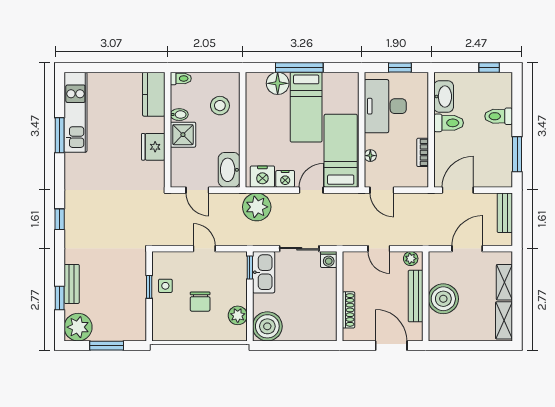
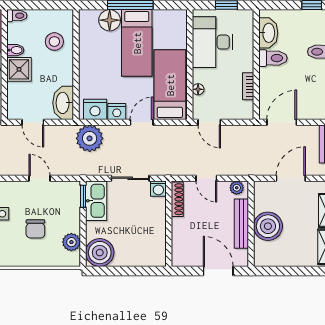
shoe rack: (348, 310) -> (177, 199), moved

